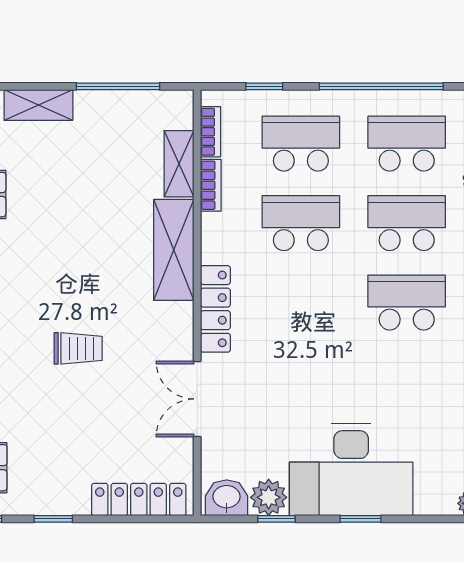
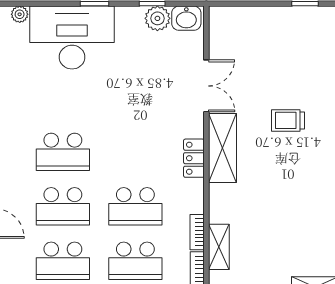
shelving: (174, 250) -> (222, 148), moved
locker: (215, 309) -> (194, 158), width x0.66
desk: (351, 470) -> (72, 37), moved
locker: (139, 500) -> (246, 17), removed

